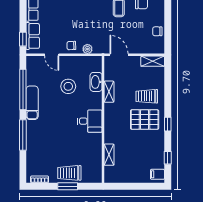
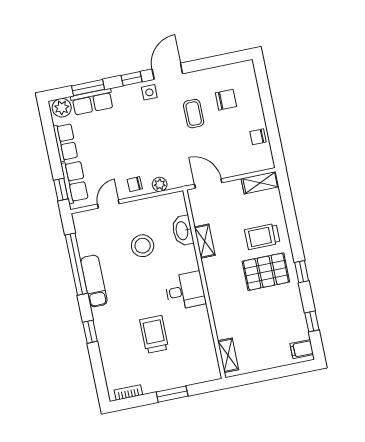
door: (52, 55) -> (108, 204), swing flipped
window: (23, 135) -> (90, 332), width x0.46
shelving: (109, 155) -> (228, 355), moved
trolley: (69, 173) -> (154, 334), moved, turned 90

